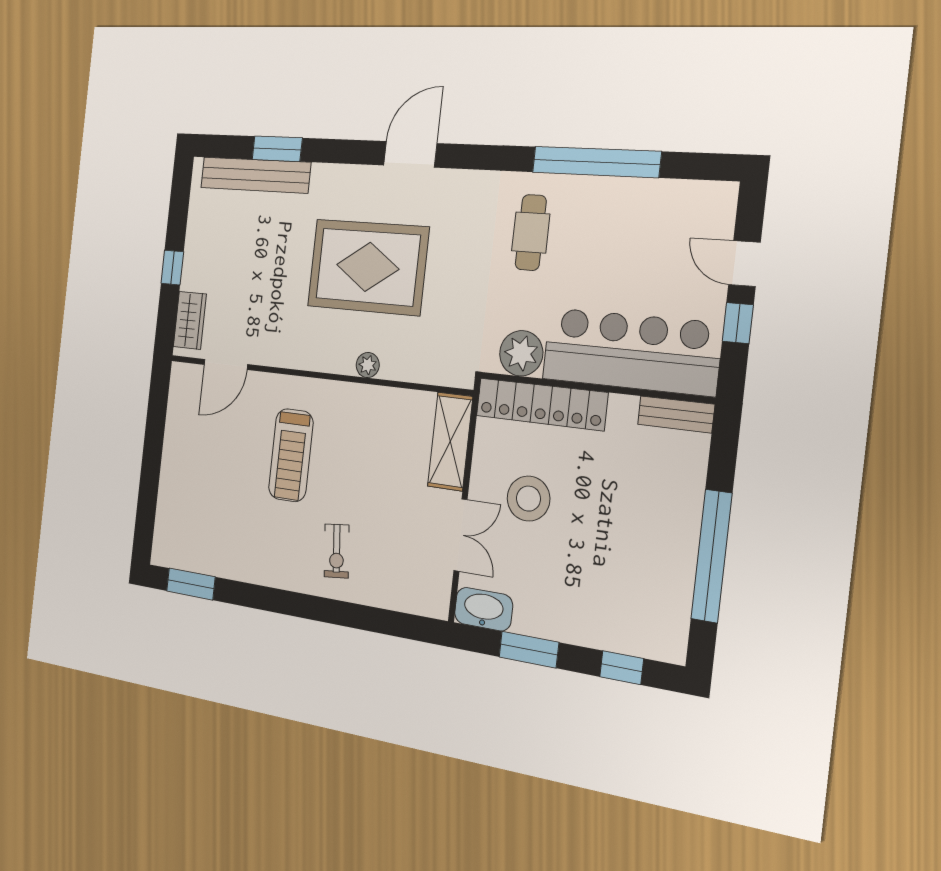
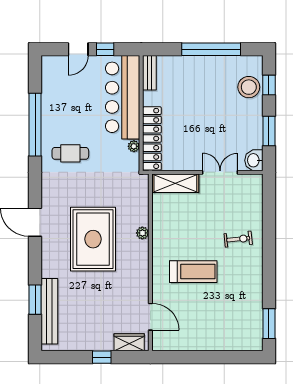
plant: (521, 353) -> (134, 146), width x0.53, depth x0.53
stool: (528, 499) -> (249, 87), moved
washbasin: (484, 609) -> (254, 160), width x0.72

